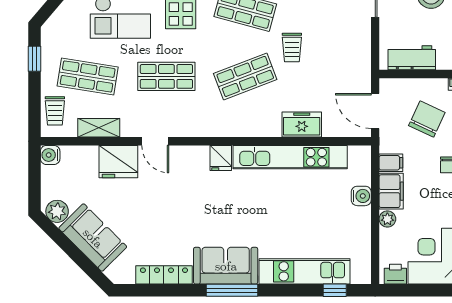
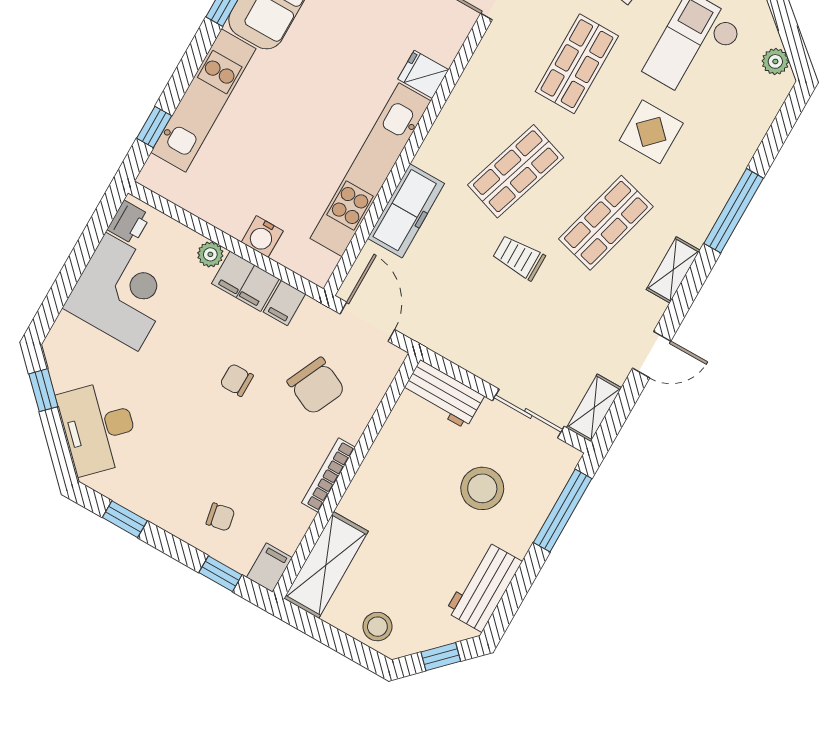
workbench: (412, 58) -> (443, 394), moved, turned 90
shop shelf: (245, 76) -> (516, 171), turned 39
door: (375, 111) -> (367, 322), hinge flipped
freezer: (302, 125) -> (406, 211), width x1.40

